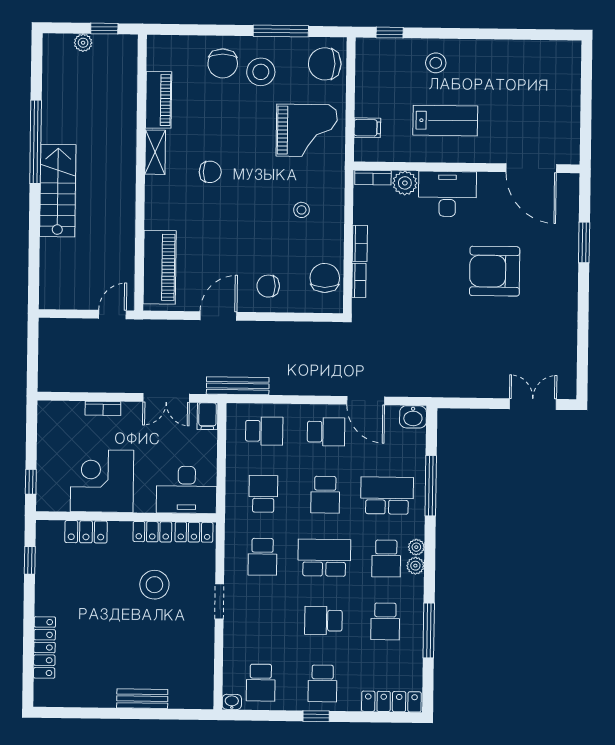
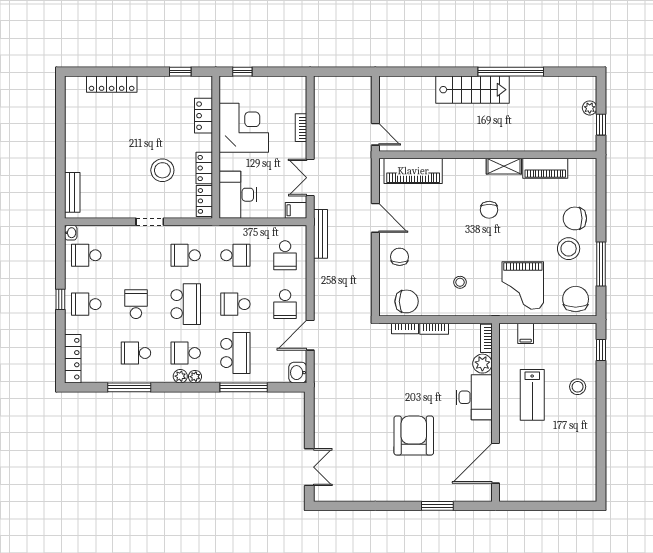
bench: (142, 699) -> (72, 192), moved

